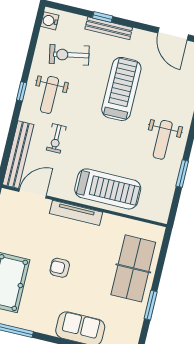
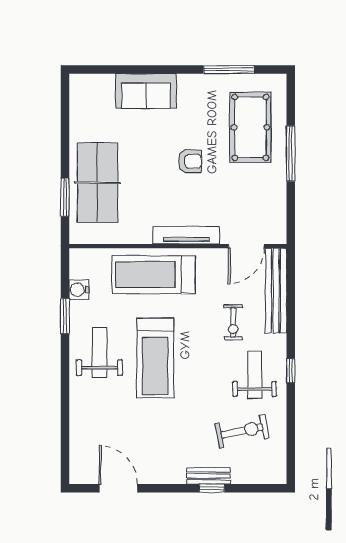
water cooler: (50, 21) -> (79, 290), moved, turned 180
bench: (109, 28) -> (208, 476), width x0.73
treadmill: (121, 89) -> (155, 358), moved
exercise bike: (56, 138) -> (233, 322), turned 180
window: (151, 305) -> (65, 197), moved

